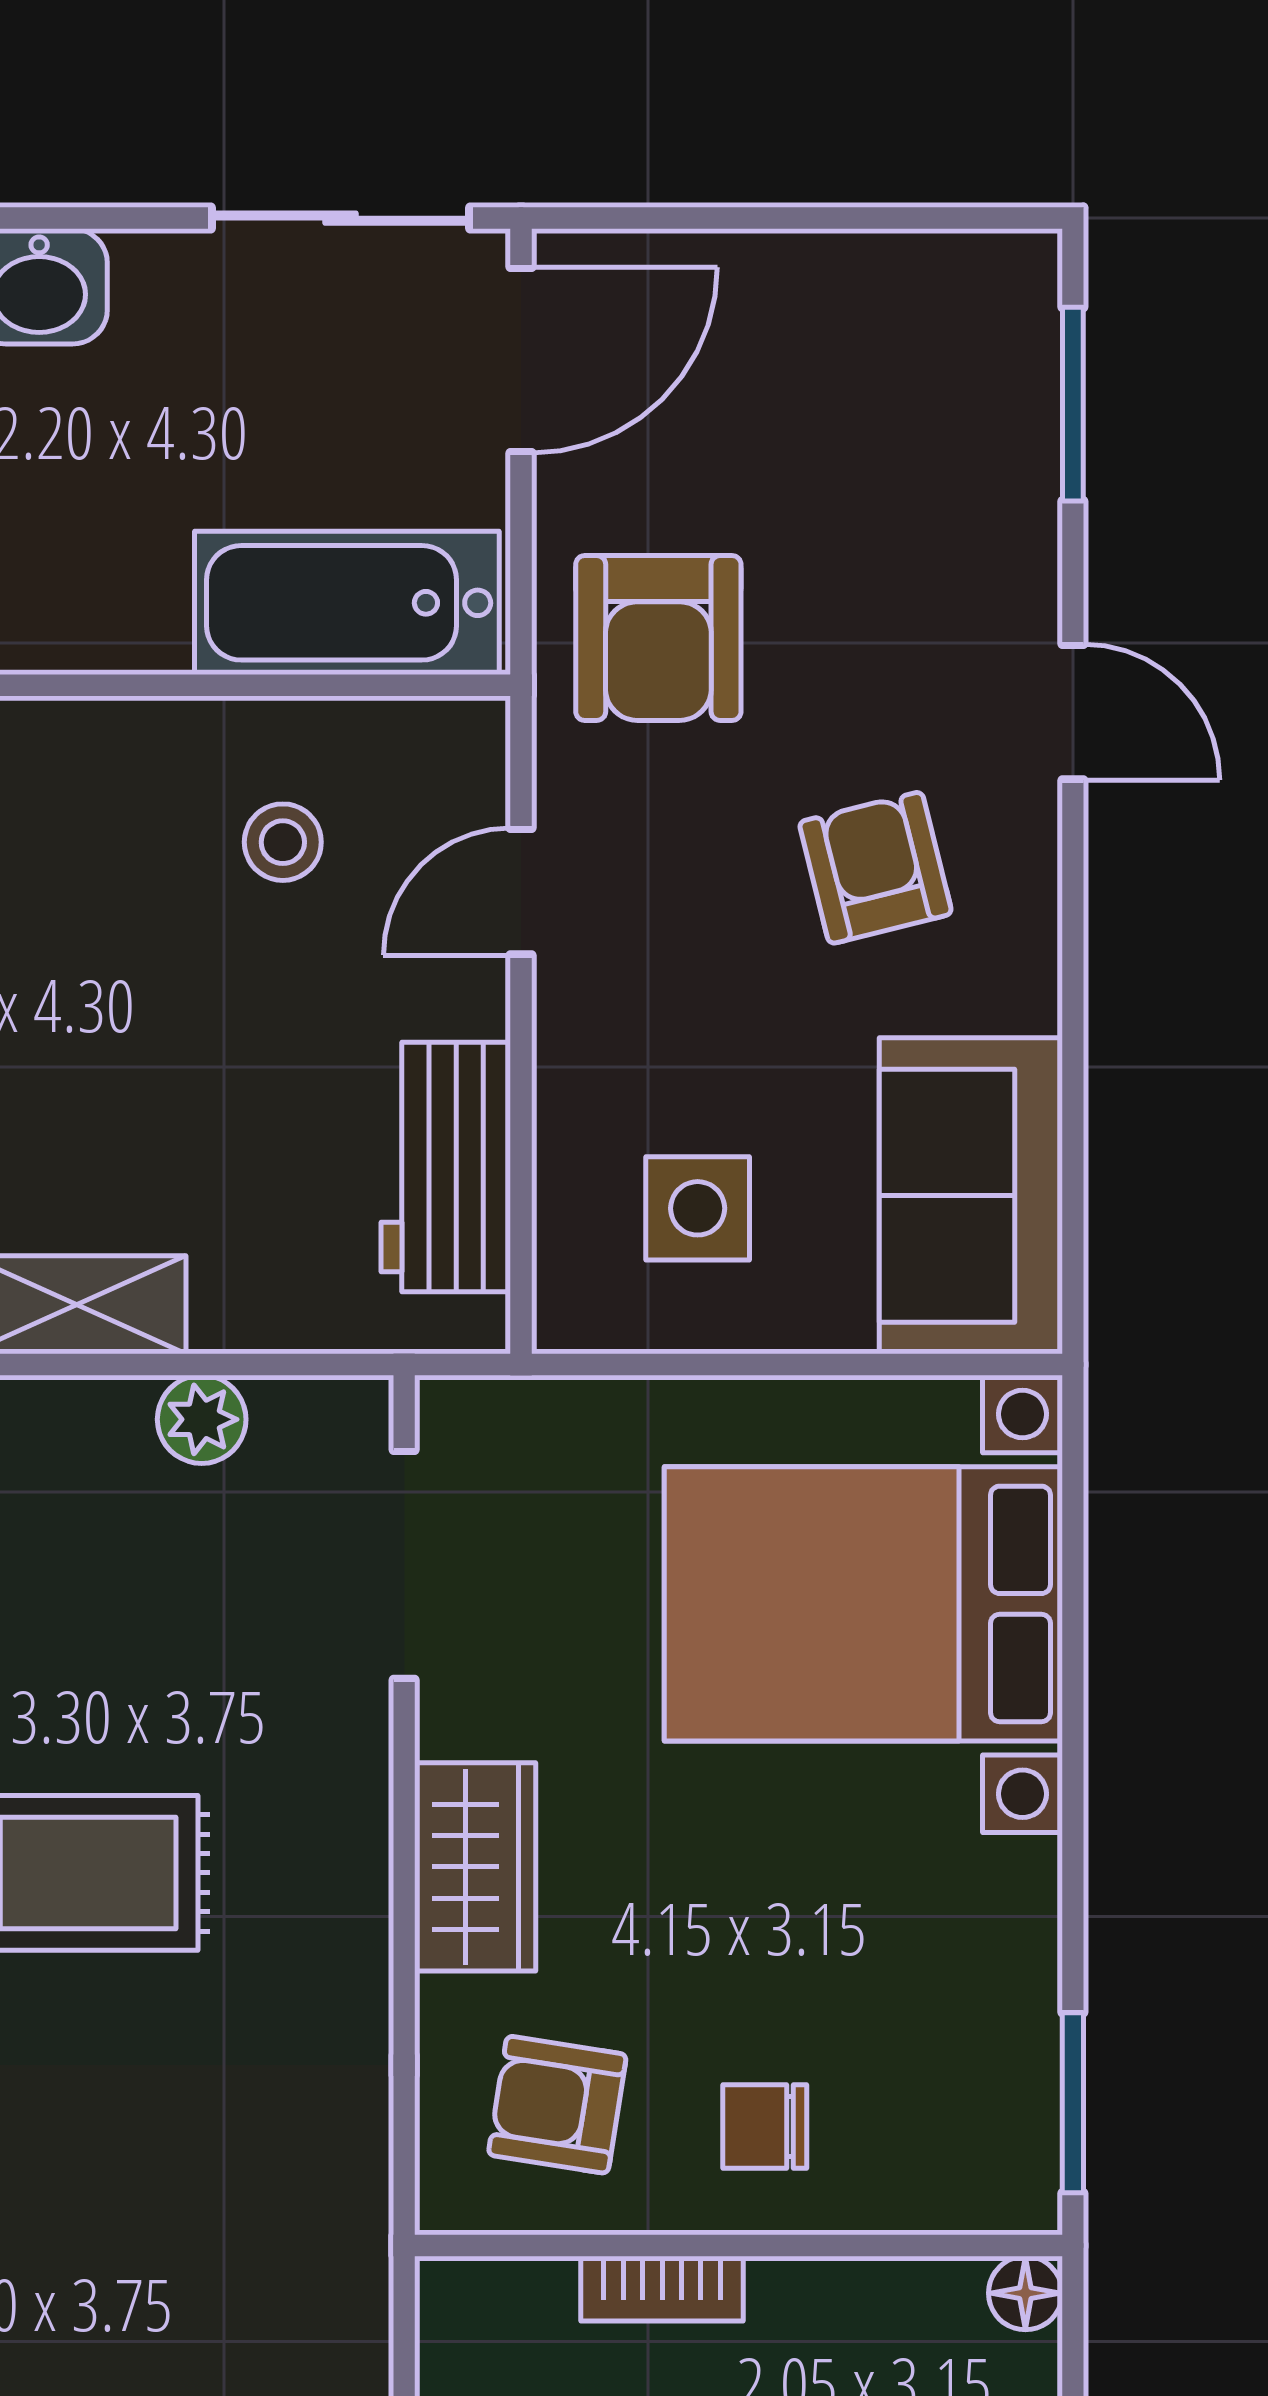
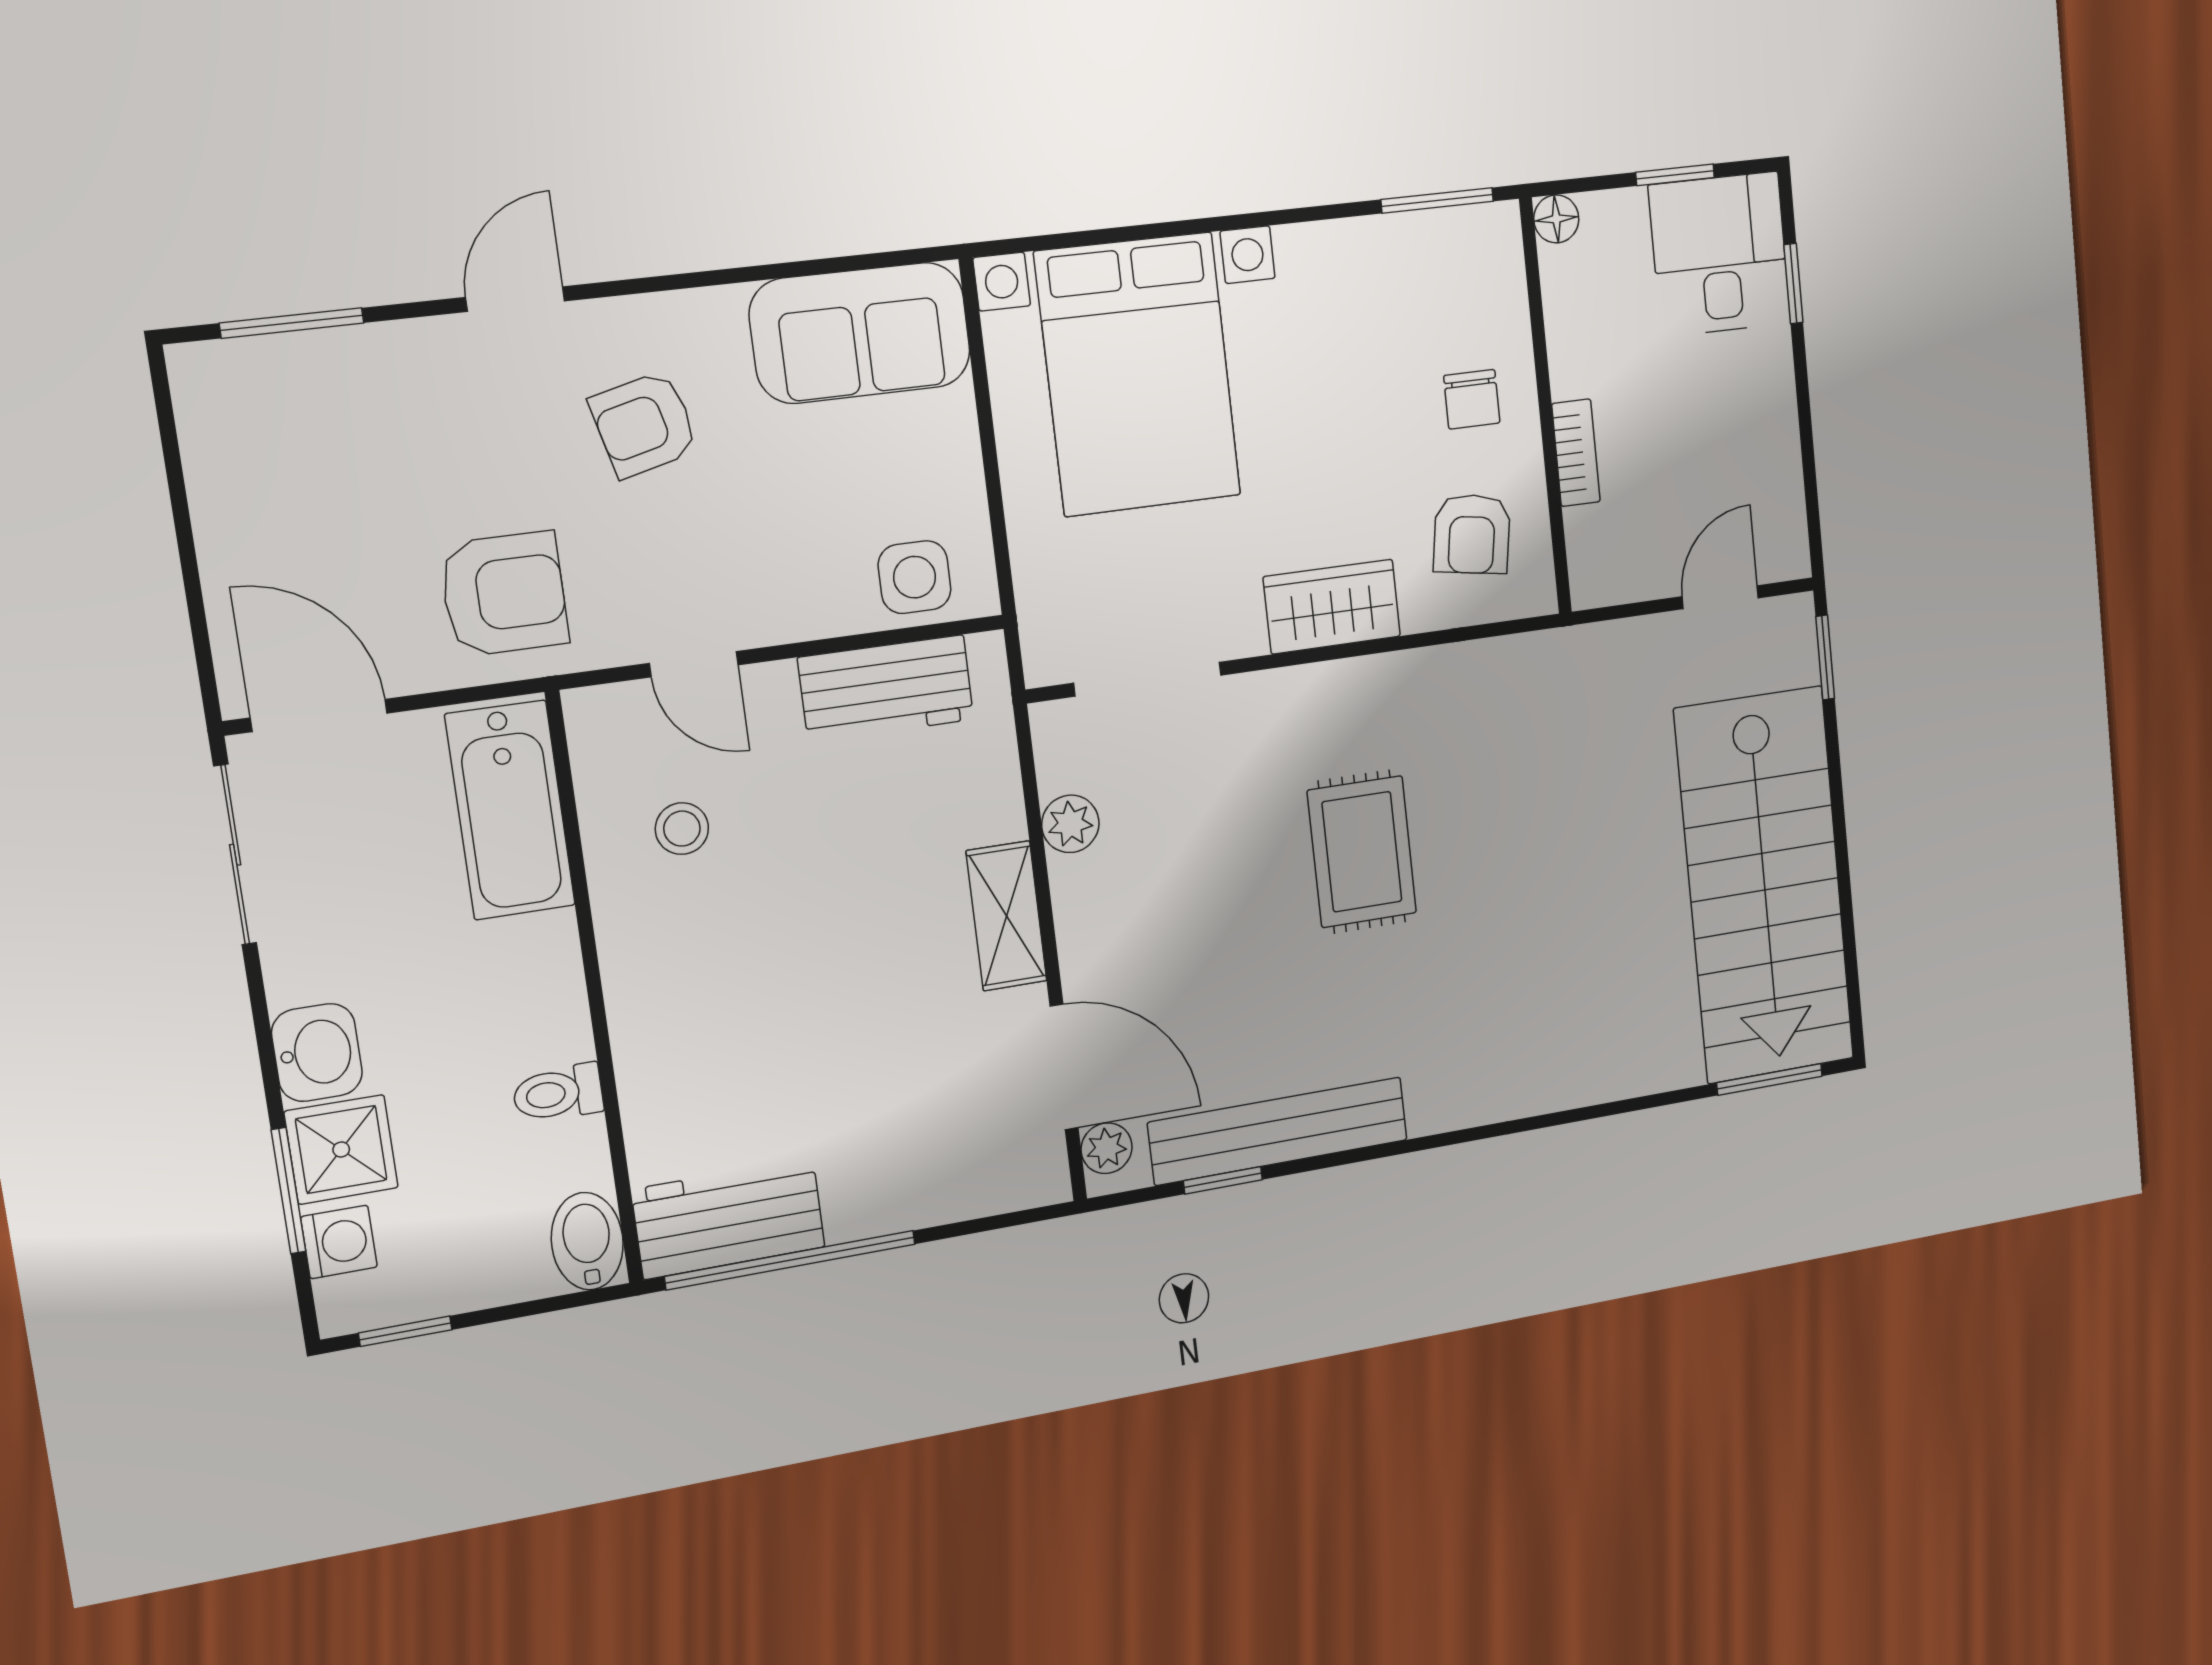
side table: (698, 1208) -> (915, 577), moved

